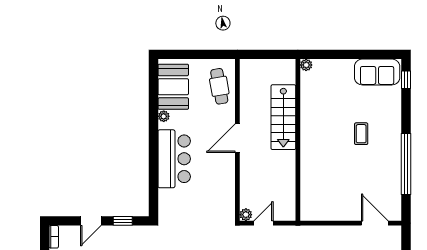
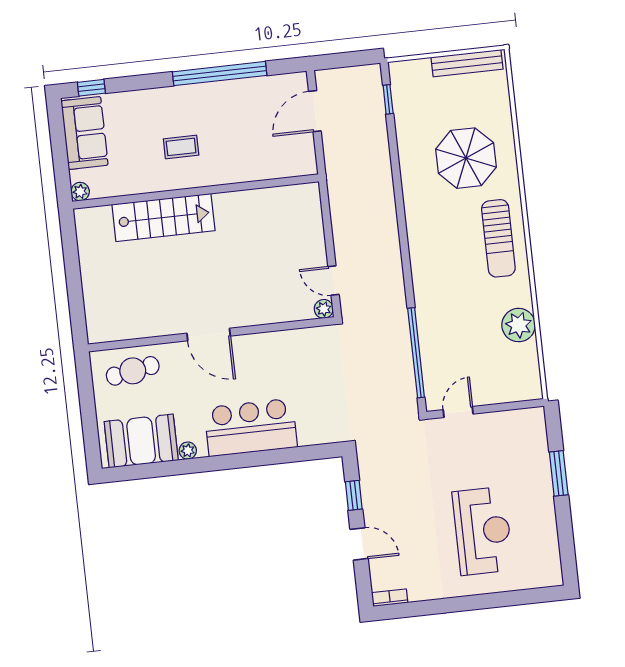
plant: (306, 65) -> (80, 192), moved
stairs: (283, 117) -> (163, 218), moved
wall: (298, 140) -> (196, 192), moved

